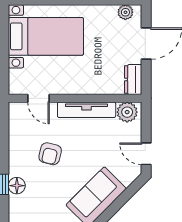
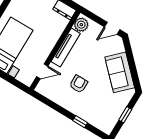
armchair: (50, 154) -> (78, 84), turned -104
floor lamp: (17, 186) -> (85, 115), removed

